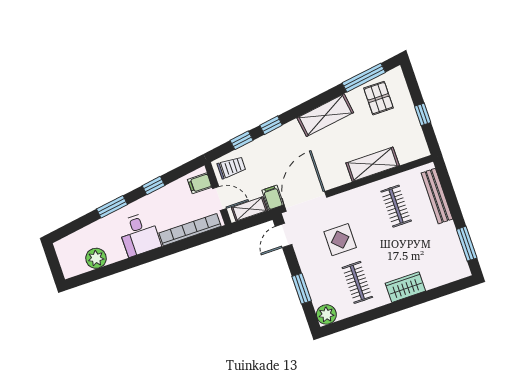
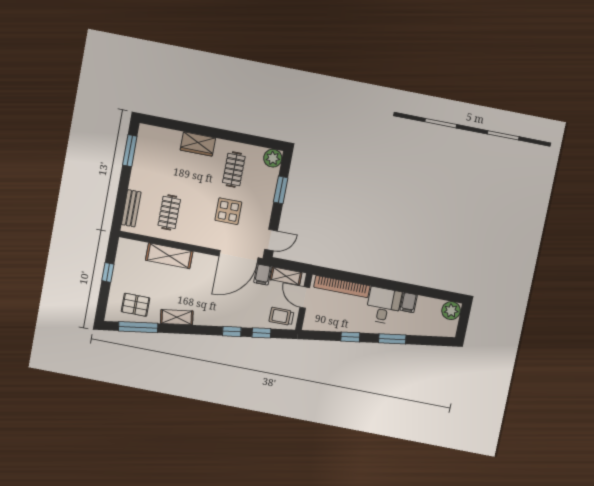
pallet: (379, 98) -> (136, 305), turned 90
shelving: (325, 115) -> (177, 317), width x0.67, depth x0.75
filing cabinet: (200, 183) -> (409, 303), moved, turned 90
bench: (437, 196) -> (131, 208), width x0.73
plant: (96, 258) -> (451, 311), moved

